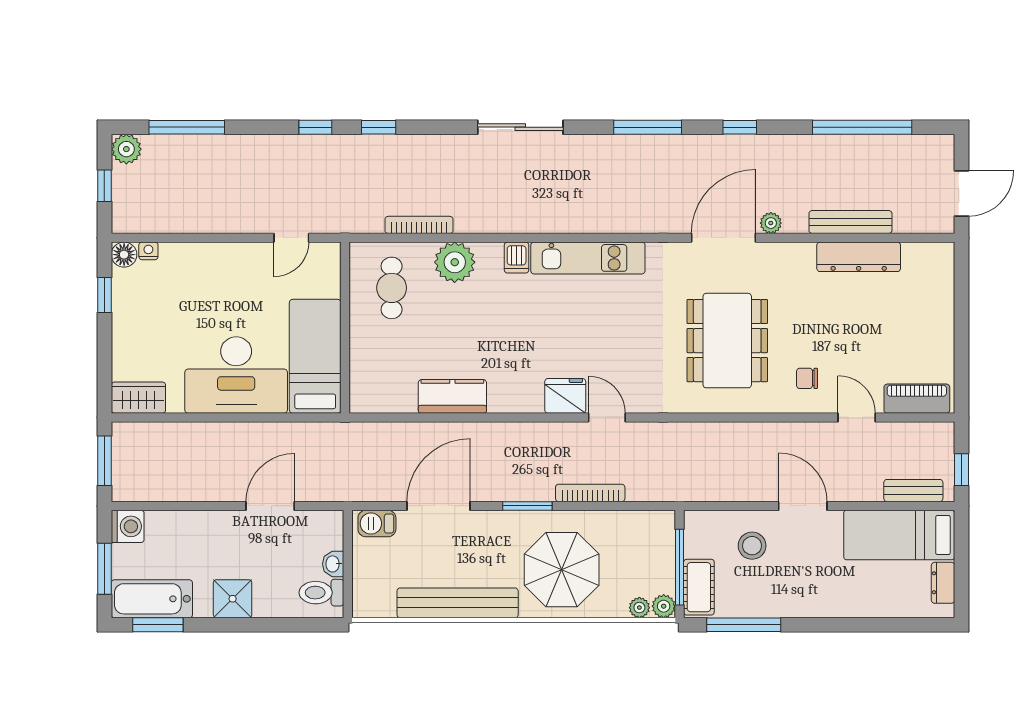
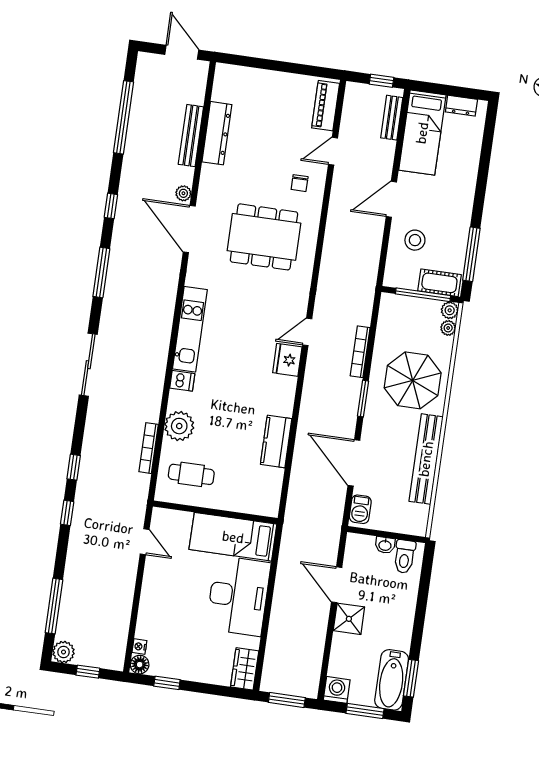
shower: (233, 599) -> (349, 619), moved

